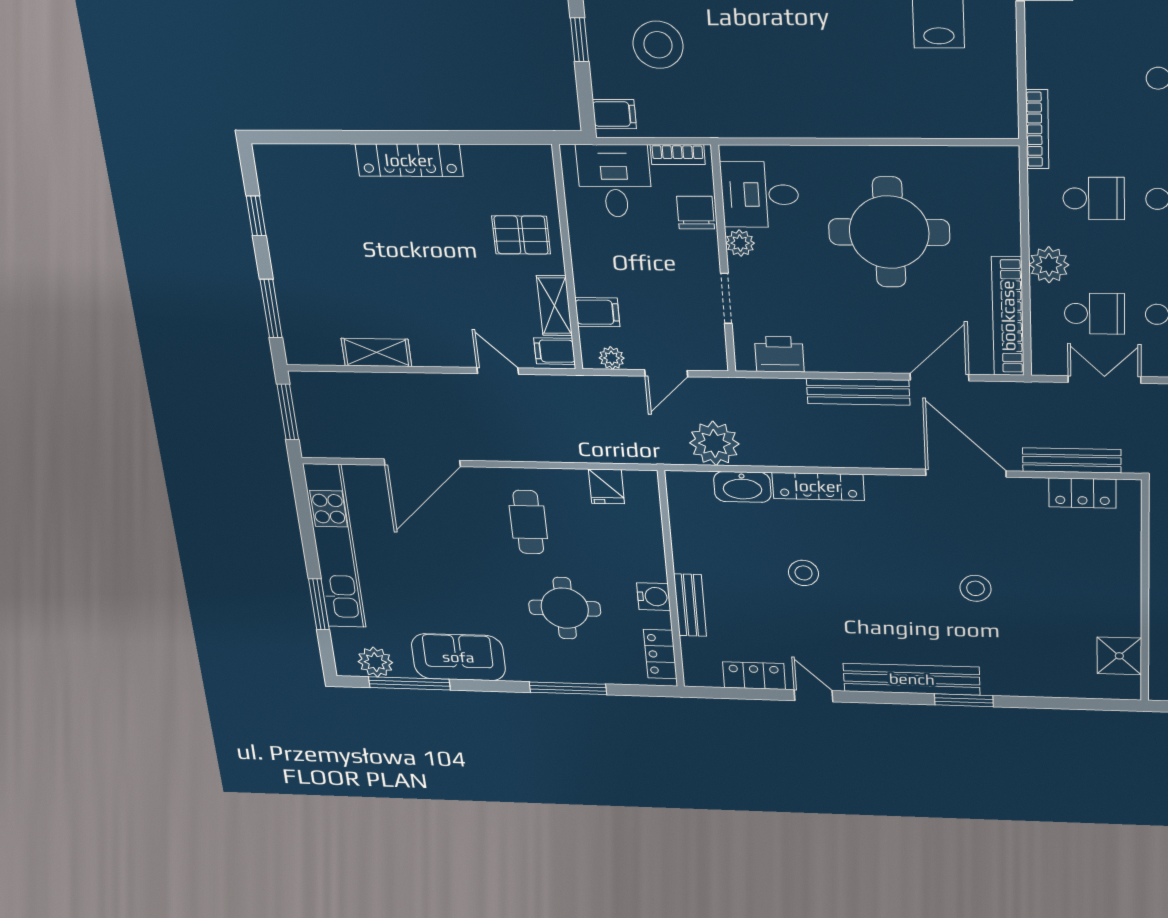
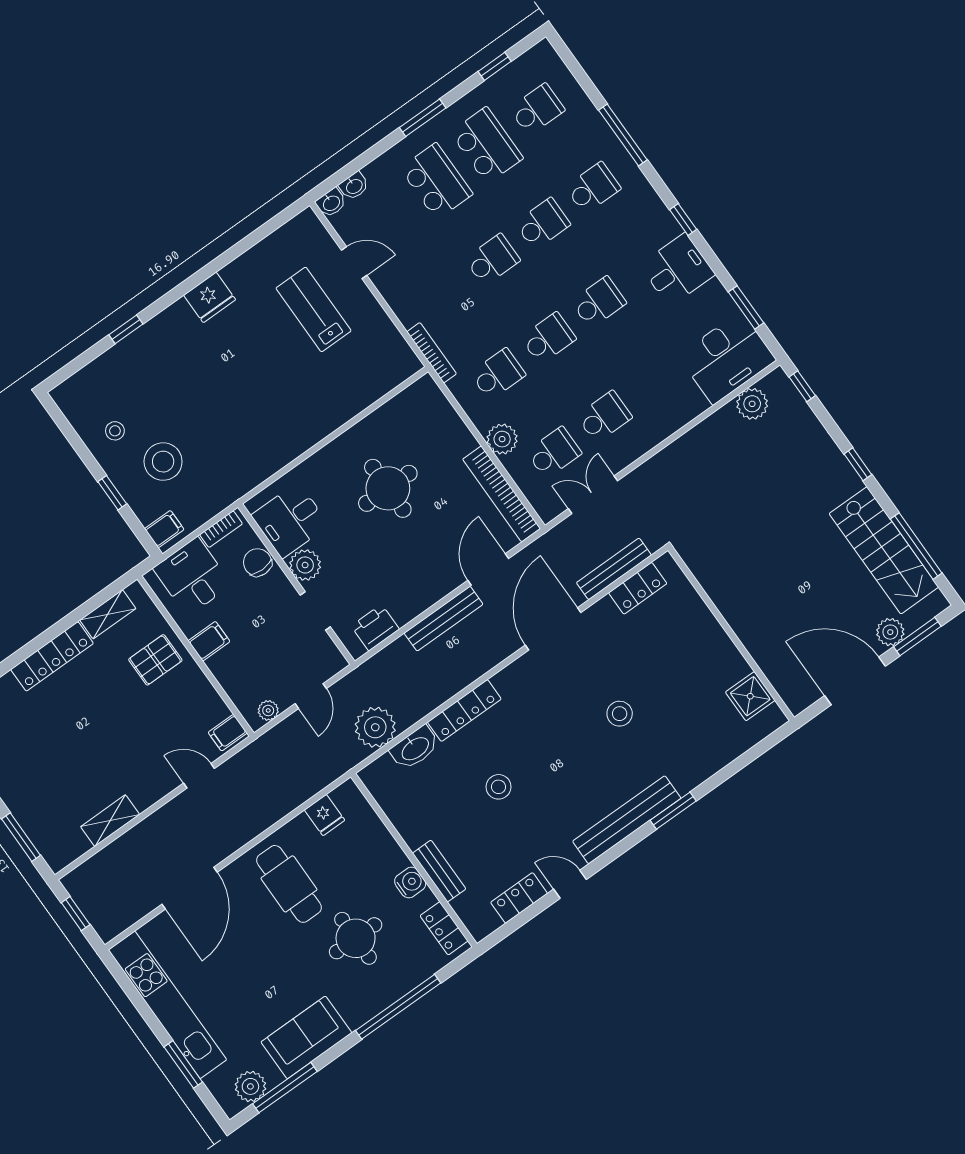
round table: (889, 232) -> (388, 488), width x0.73, depth x0.73
plant: (740, 243) -> (305, 565), width x1.38, depth x1.38
shelving: (554, 306) -> (108, 614), moved, turned 90
filing cabinet: (597, 312) -> (209, 641), moved
window: (288, 412) -> (76, 914), width x0.67
door: (966, 473) -> (553, 629), hinge flipped
cafe table: (528, 522) -> (289, 884), width x1.37, depth x1.35
window: (568, 688) -> (398, 1007), width x1.46

